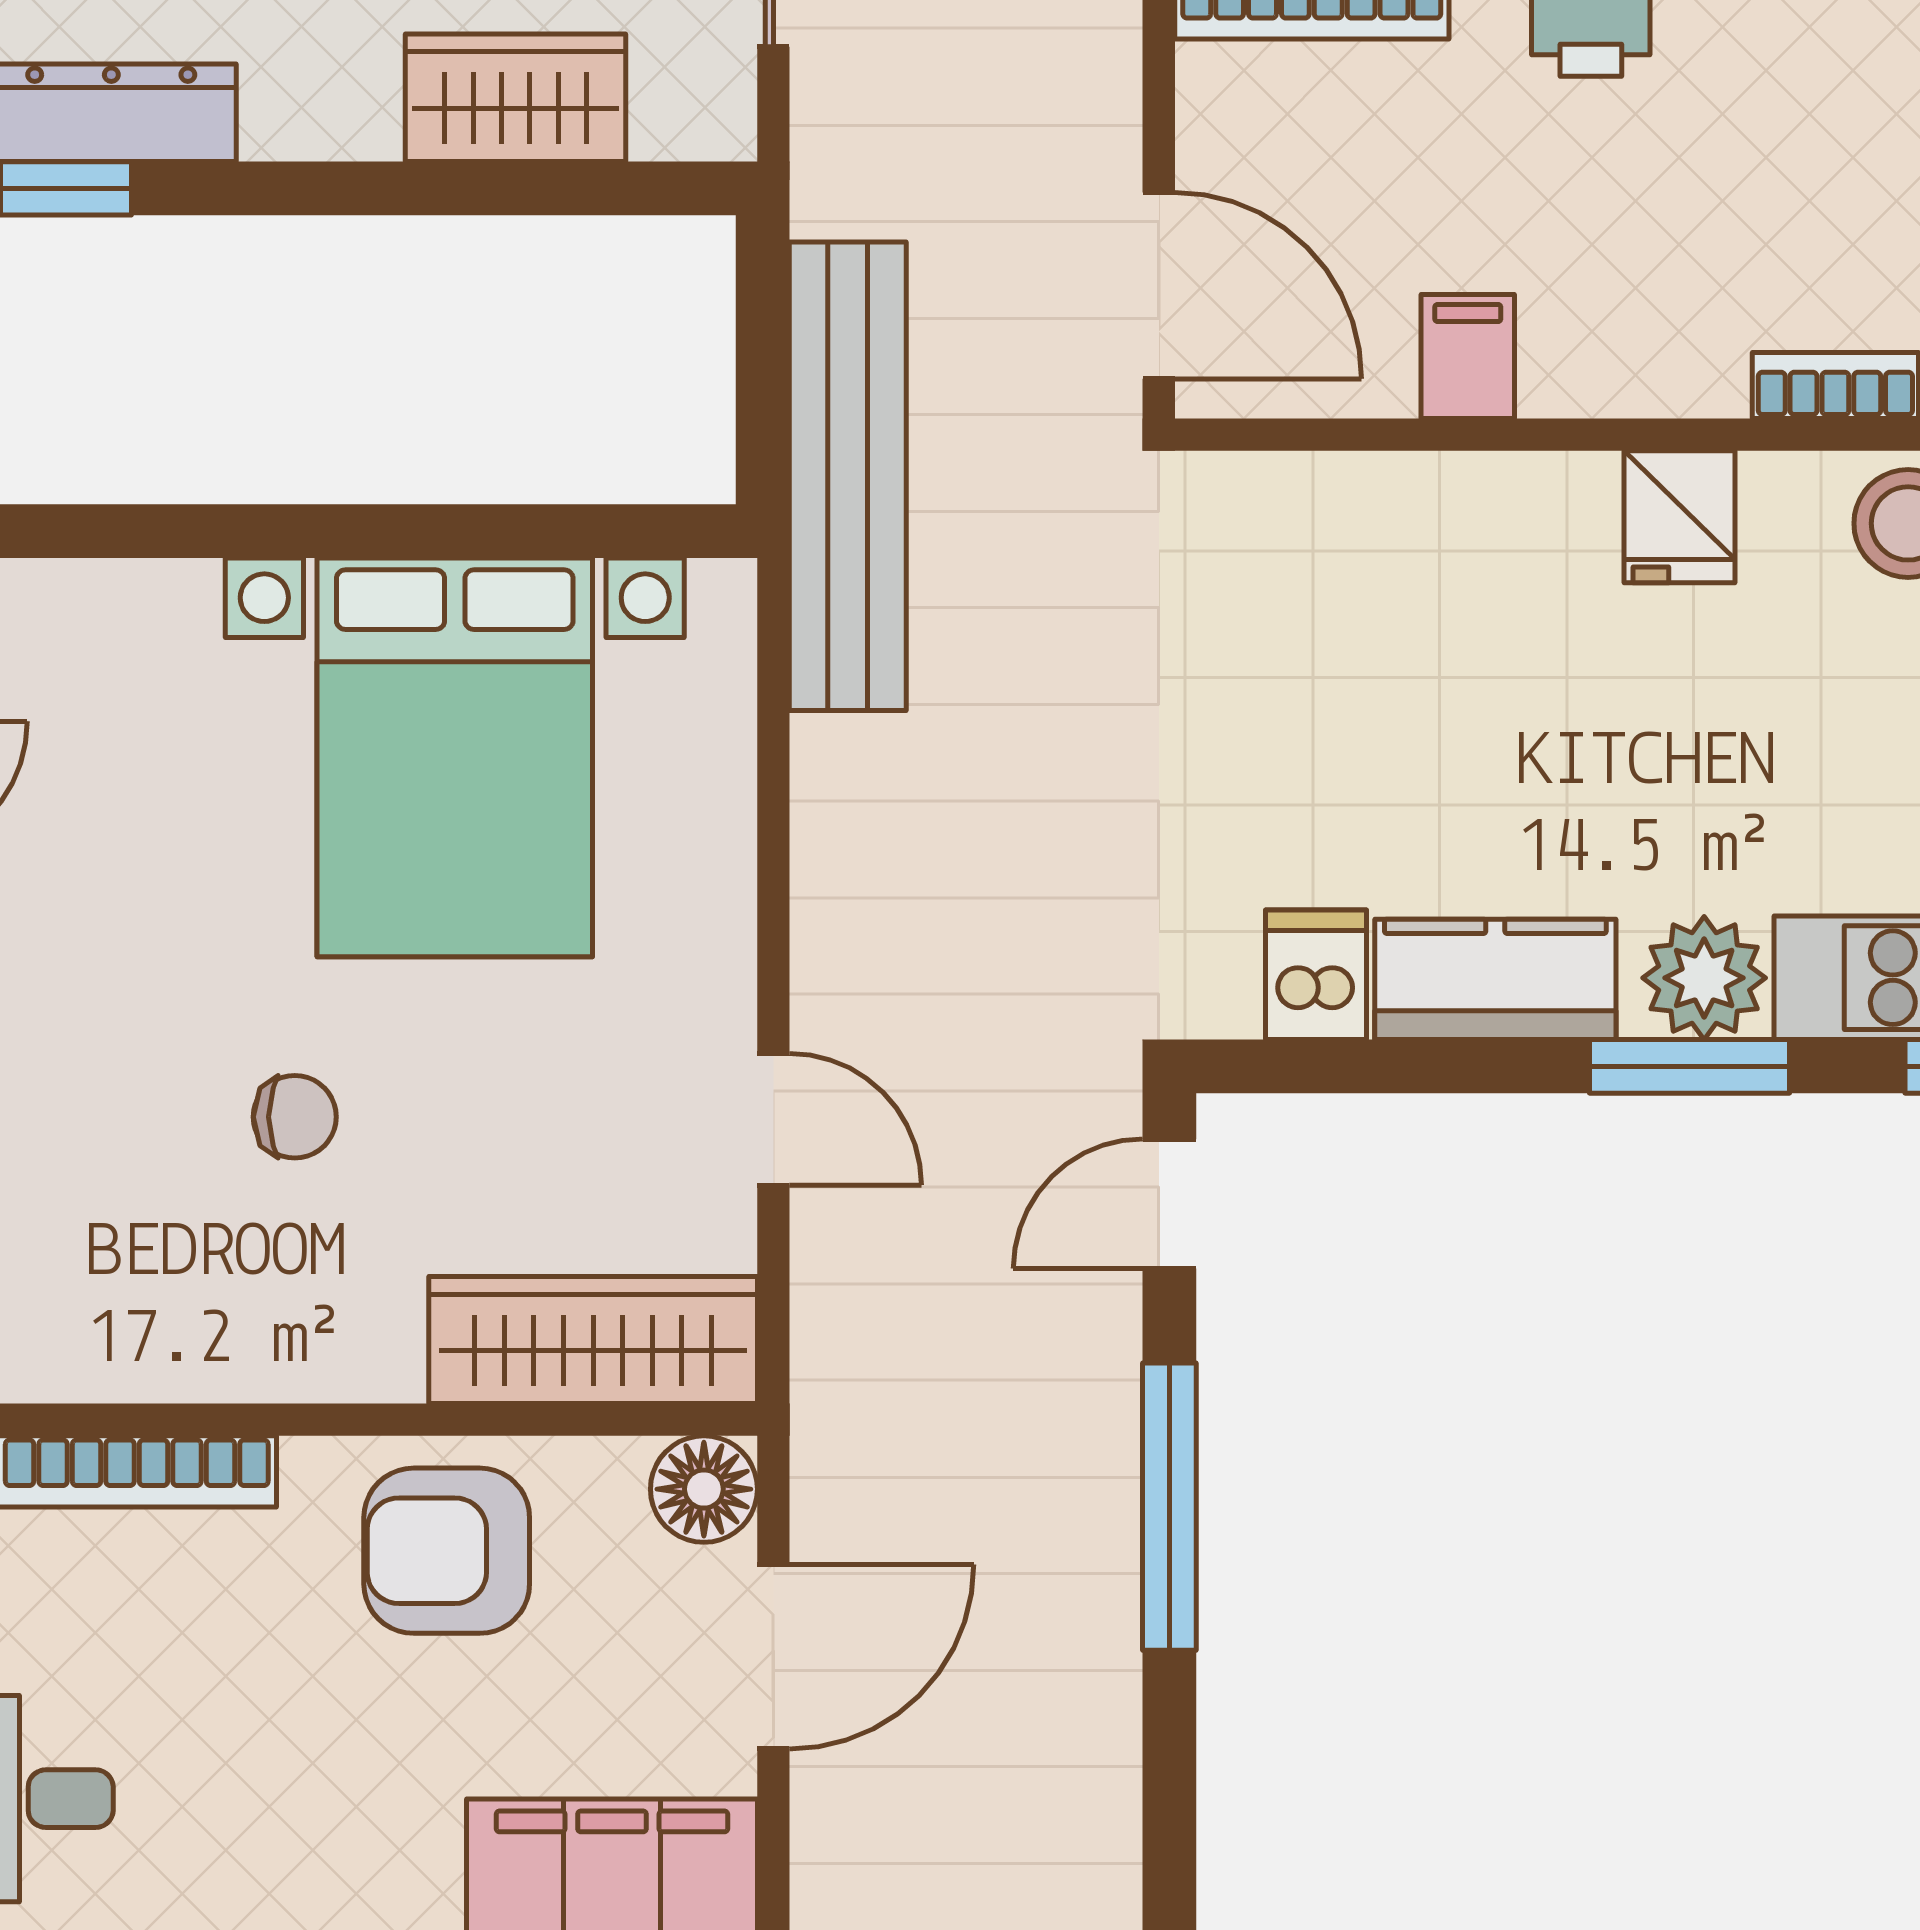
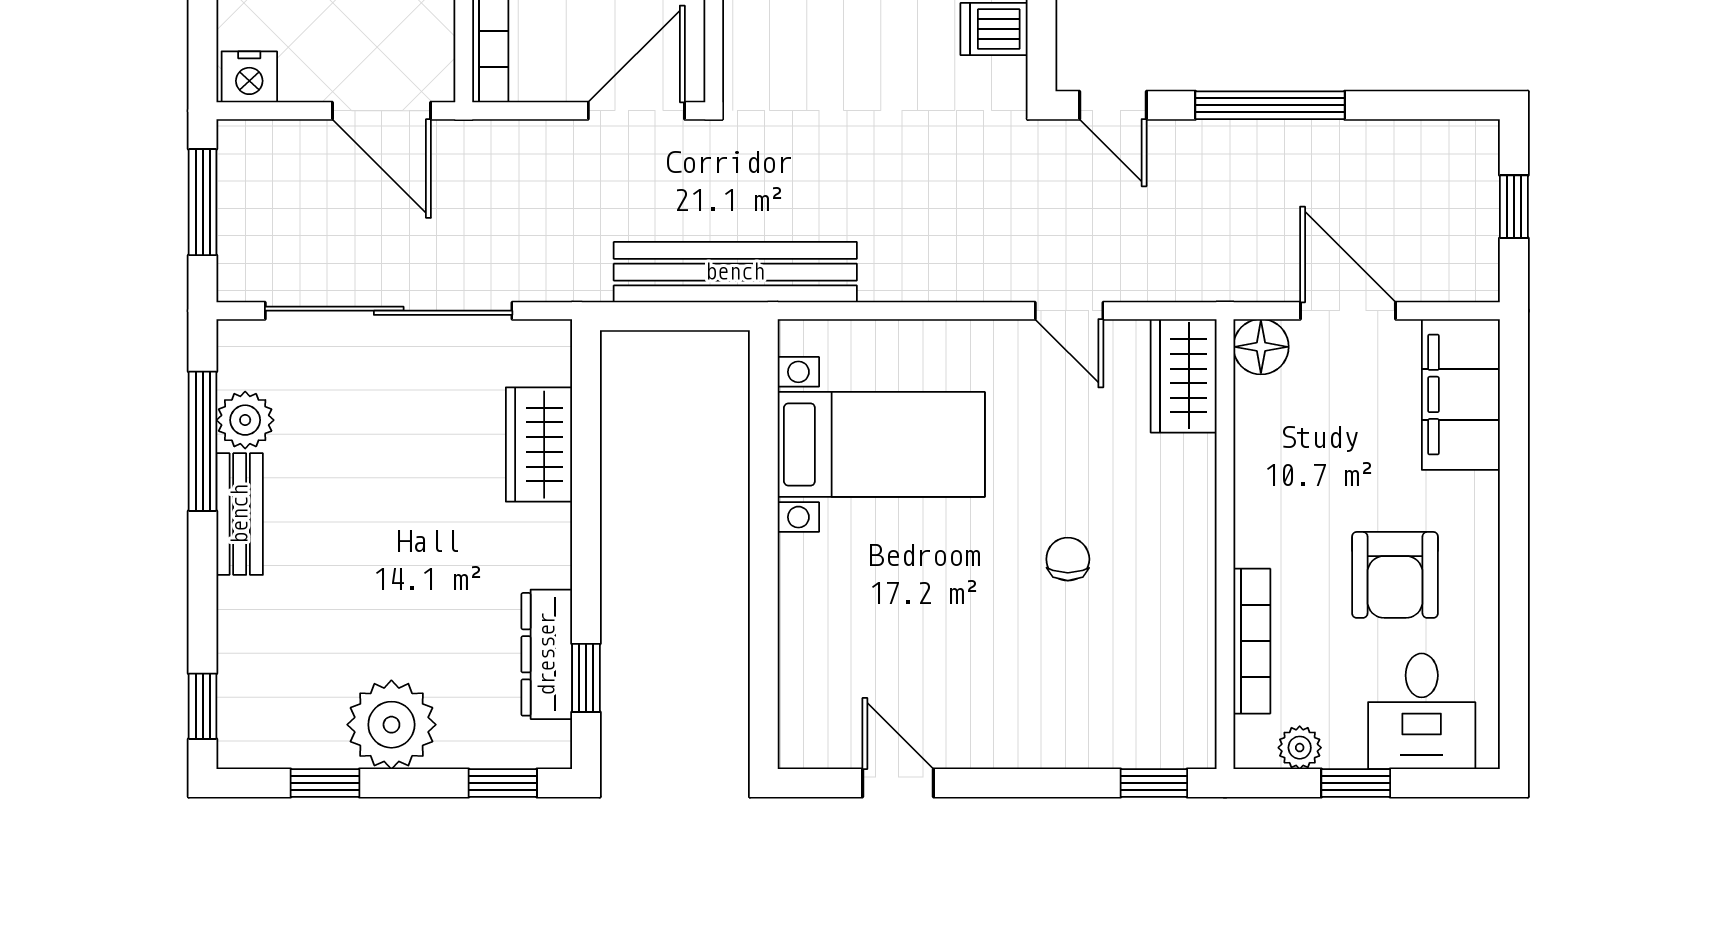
bed with nightstands: (455, 757) -> (881, 444), width x0.73
door: (773, 1119) -> (1069, 311), swing flipped
wardrobe: (593, 1340) -> (1184, 376), width x0.67
armchair: (447, 1551) -> (1395, 575), moved

